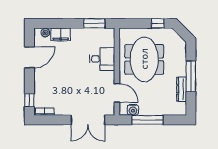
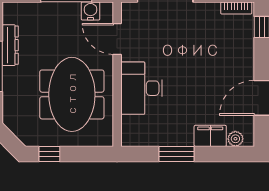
window: (94, 23) -> (176, 154), moved
desk: (102, 59) -> (141, 88), width x1.37

